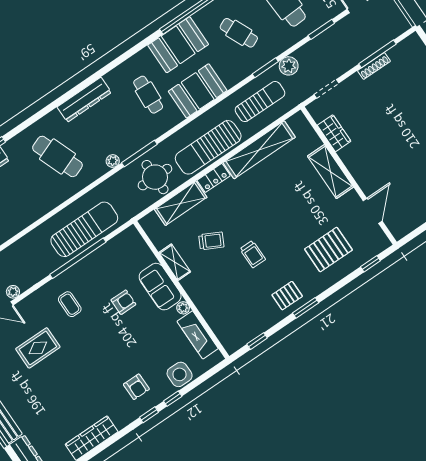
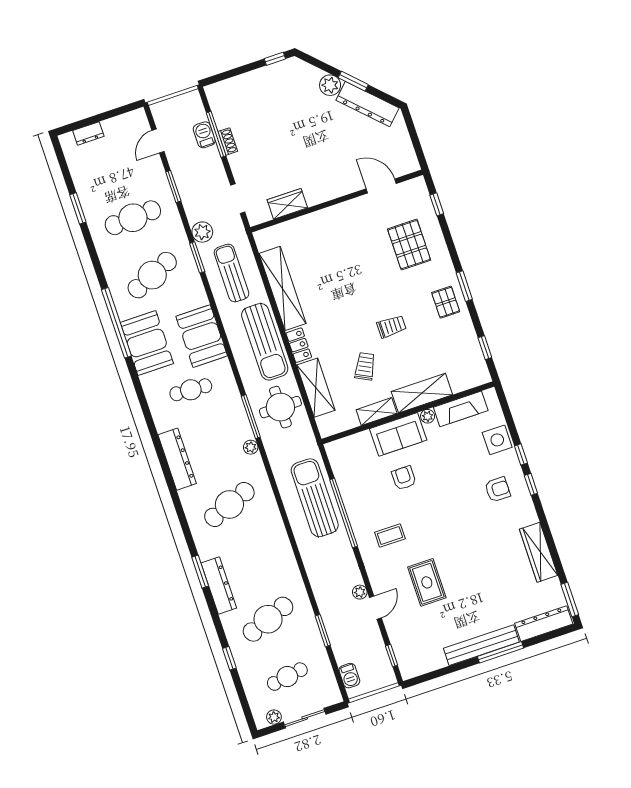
cafe table: (239, 33) -> (152, 275), width x1.37, depth x1.35
barbecue: (374, 44) -> (204, 135), added
shoe rack: (374, 66) -> (228, 141), width x0.70
shelving: (330, 172) -> (422, 393), moved

